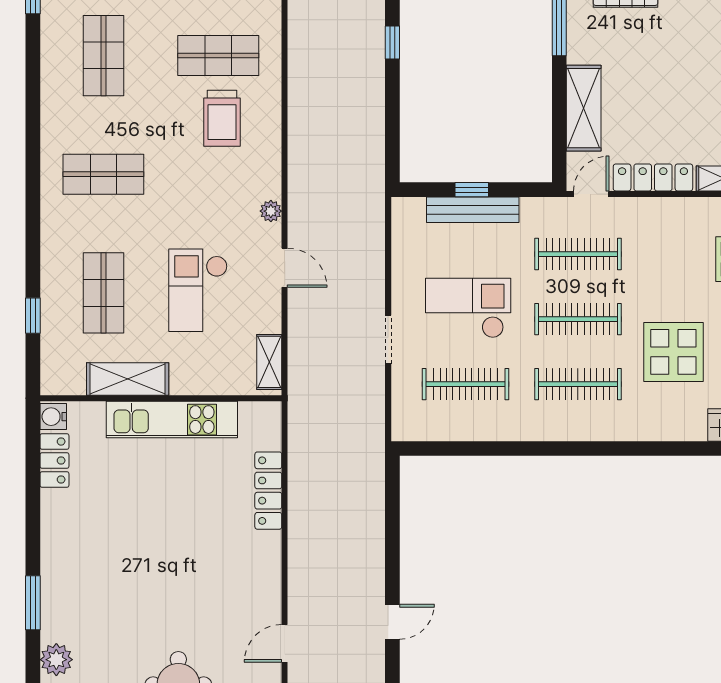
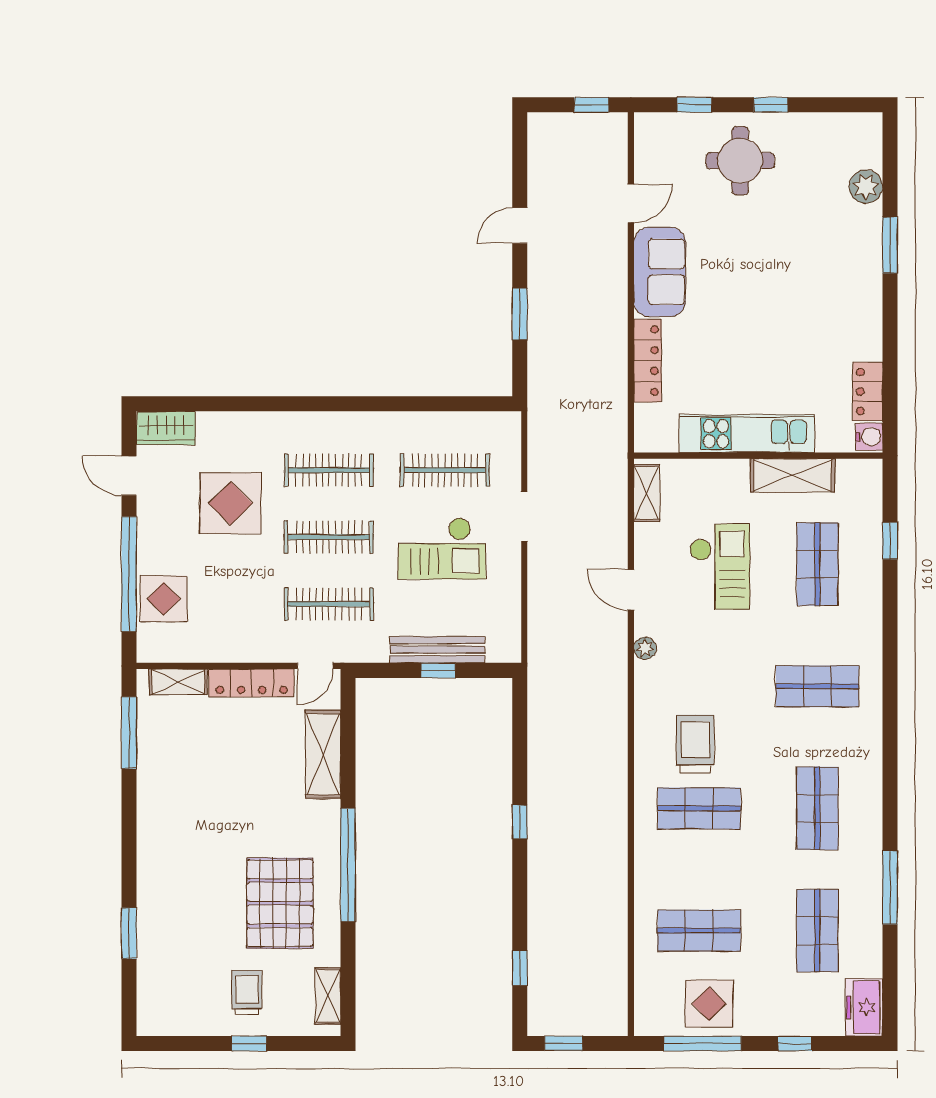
window: (392, 536) -> (520, 314), added
sofa: (257, 577) -> (660, 272), added

